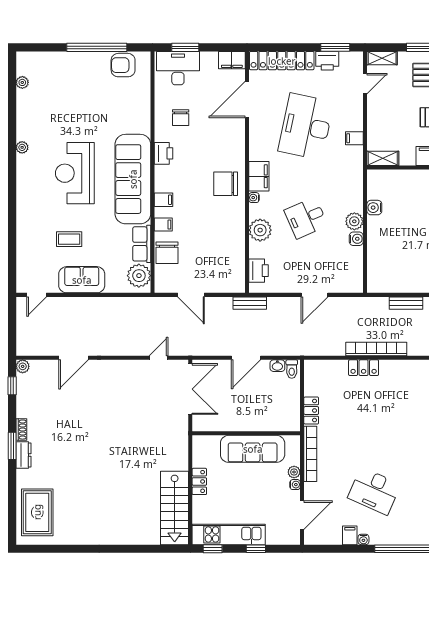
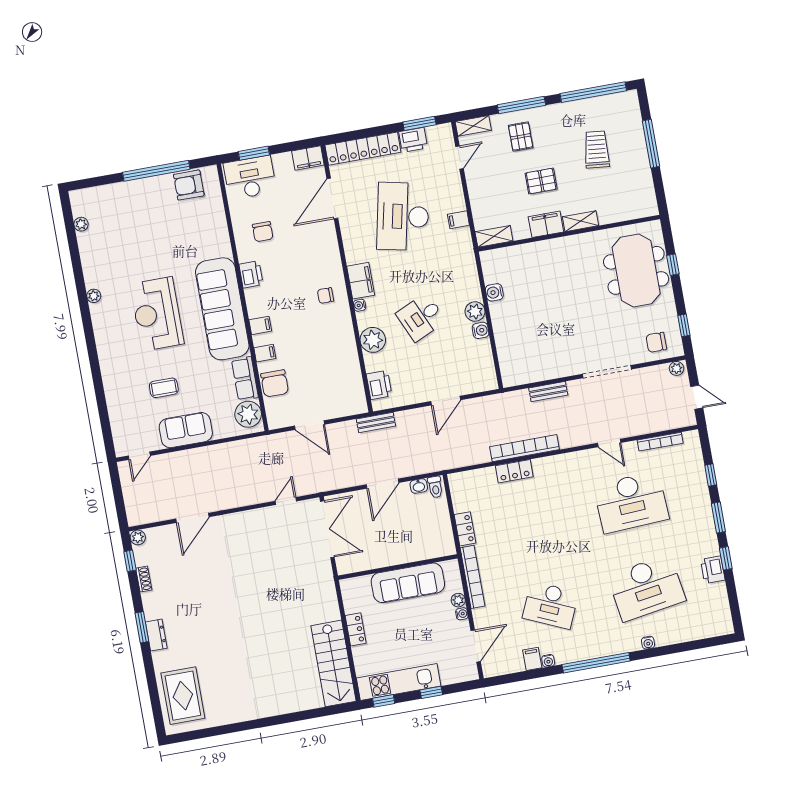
chair: (226, 184) -> (326, 296), width x0.54, depth x0.54
shoe rack: (21, 430) -> (144, 579), moved

